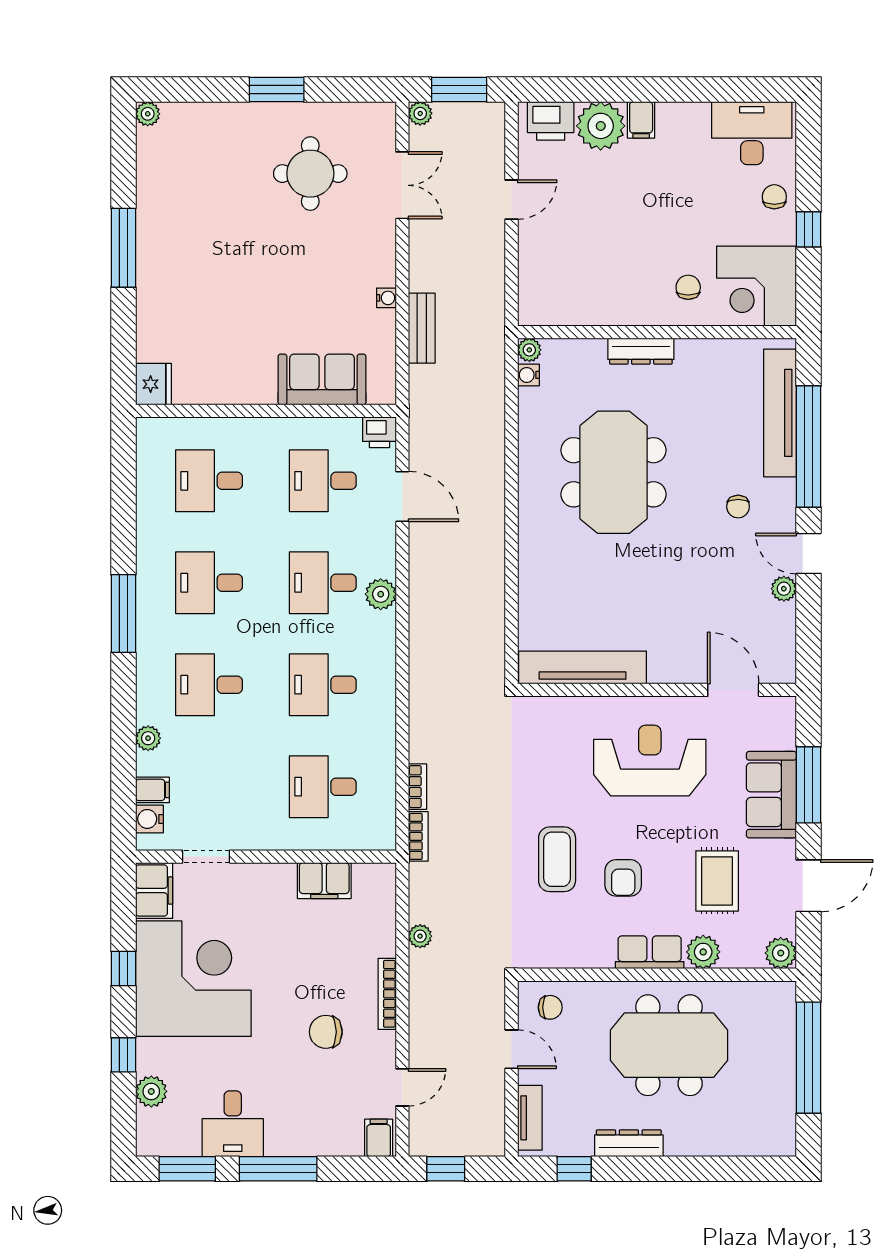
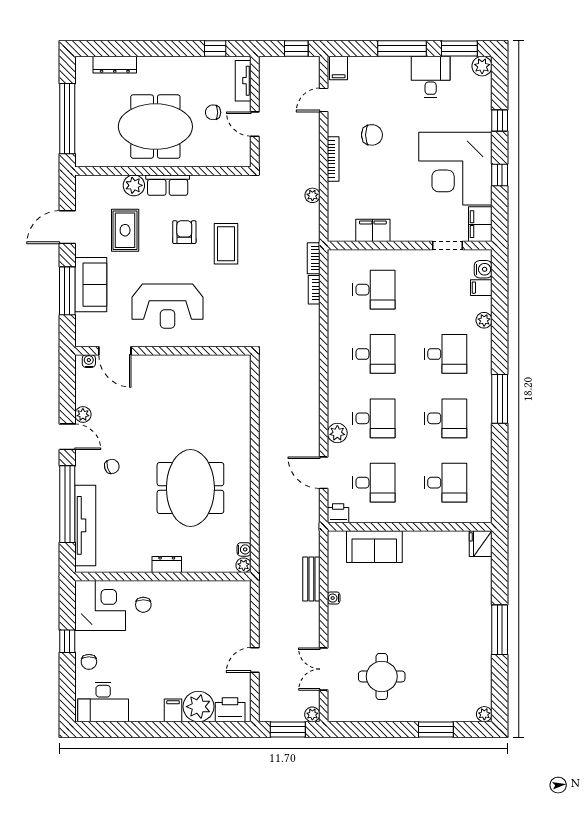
window: (277, 90) -> (436, 729), moved
dresser: (641, 351) -> (167, 564), width x0.70
chair: (738, 507) -> (112, 466), turned 74
plant: (381, 594) -> (337, 433), moved
tv unit: (583, 667) -> (210, 365), removed
water cooler: (775, 674) -> (89, 361), added
plant: (781, 953) -> (85, 185), removed
chair: (550, 1007) -> (213, 112), moved
plant: (151, 1091) -> (482, 66), moved
dresser: (629, 1143) -> (115, 65), moved

